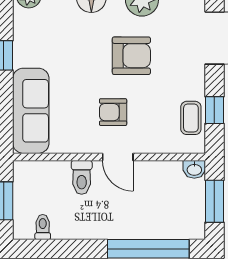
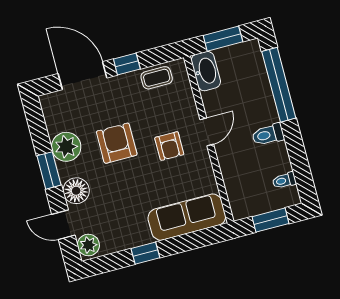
window: (214, 110) -> (127, 64), moved
washbasin: (194, 169) -> (206, 71), width x1.91, depth x1.45
toilet: (82, 177) -> (268, 135), moved, turned 180

